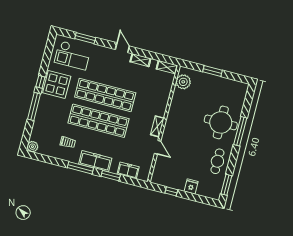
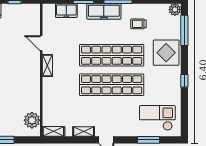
display table: (57, 84) -> (166, 53), moved
window: (34, 106) -> (184, 30), moved

